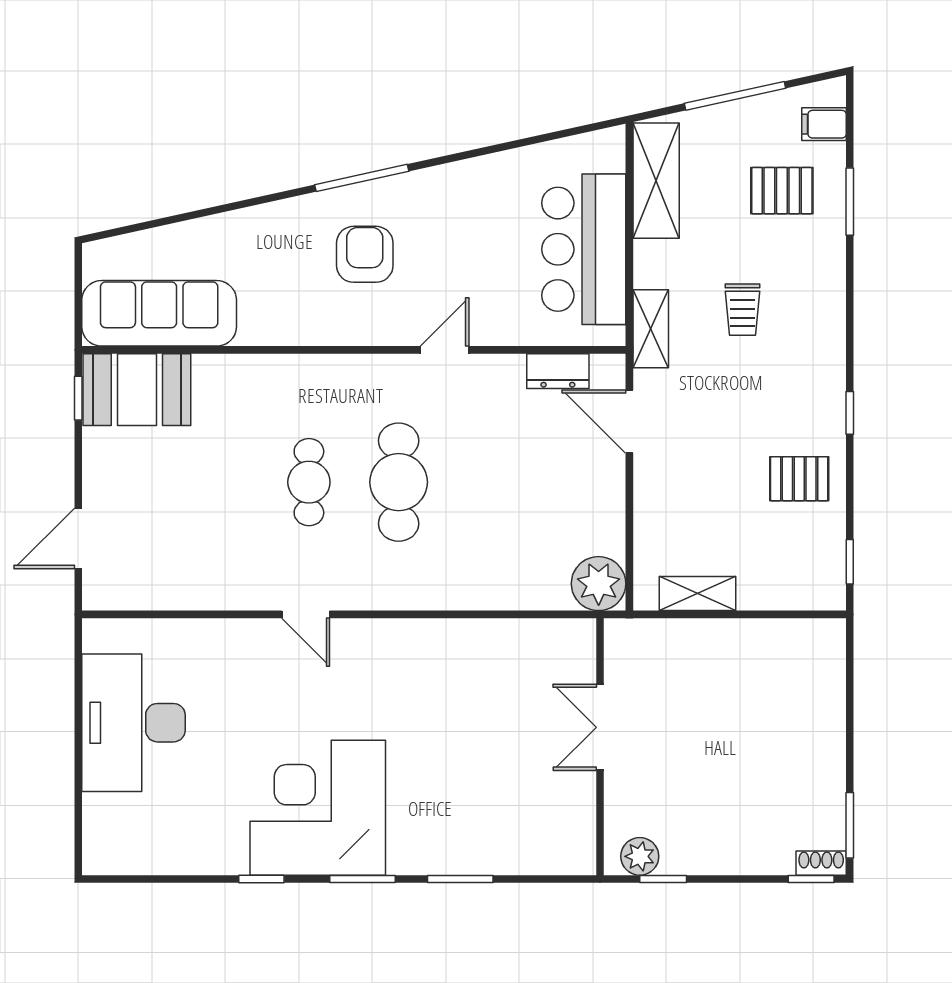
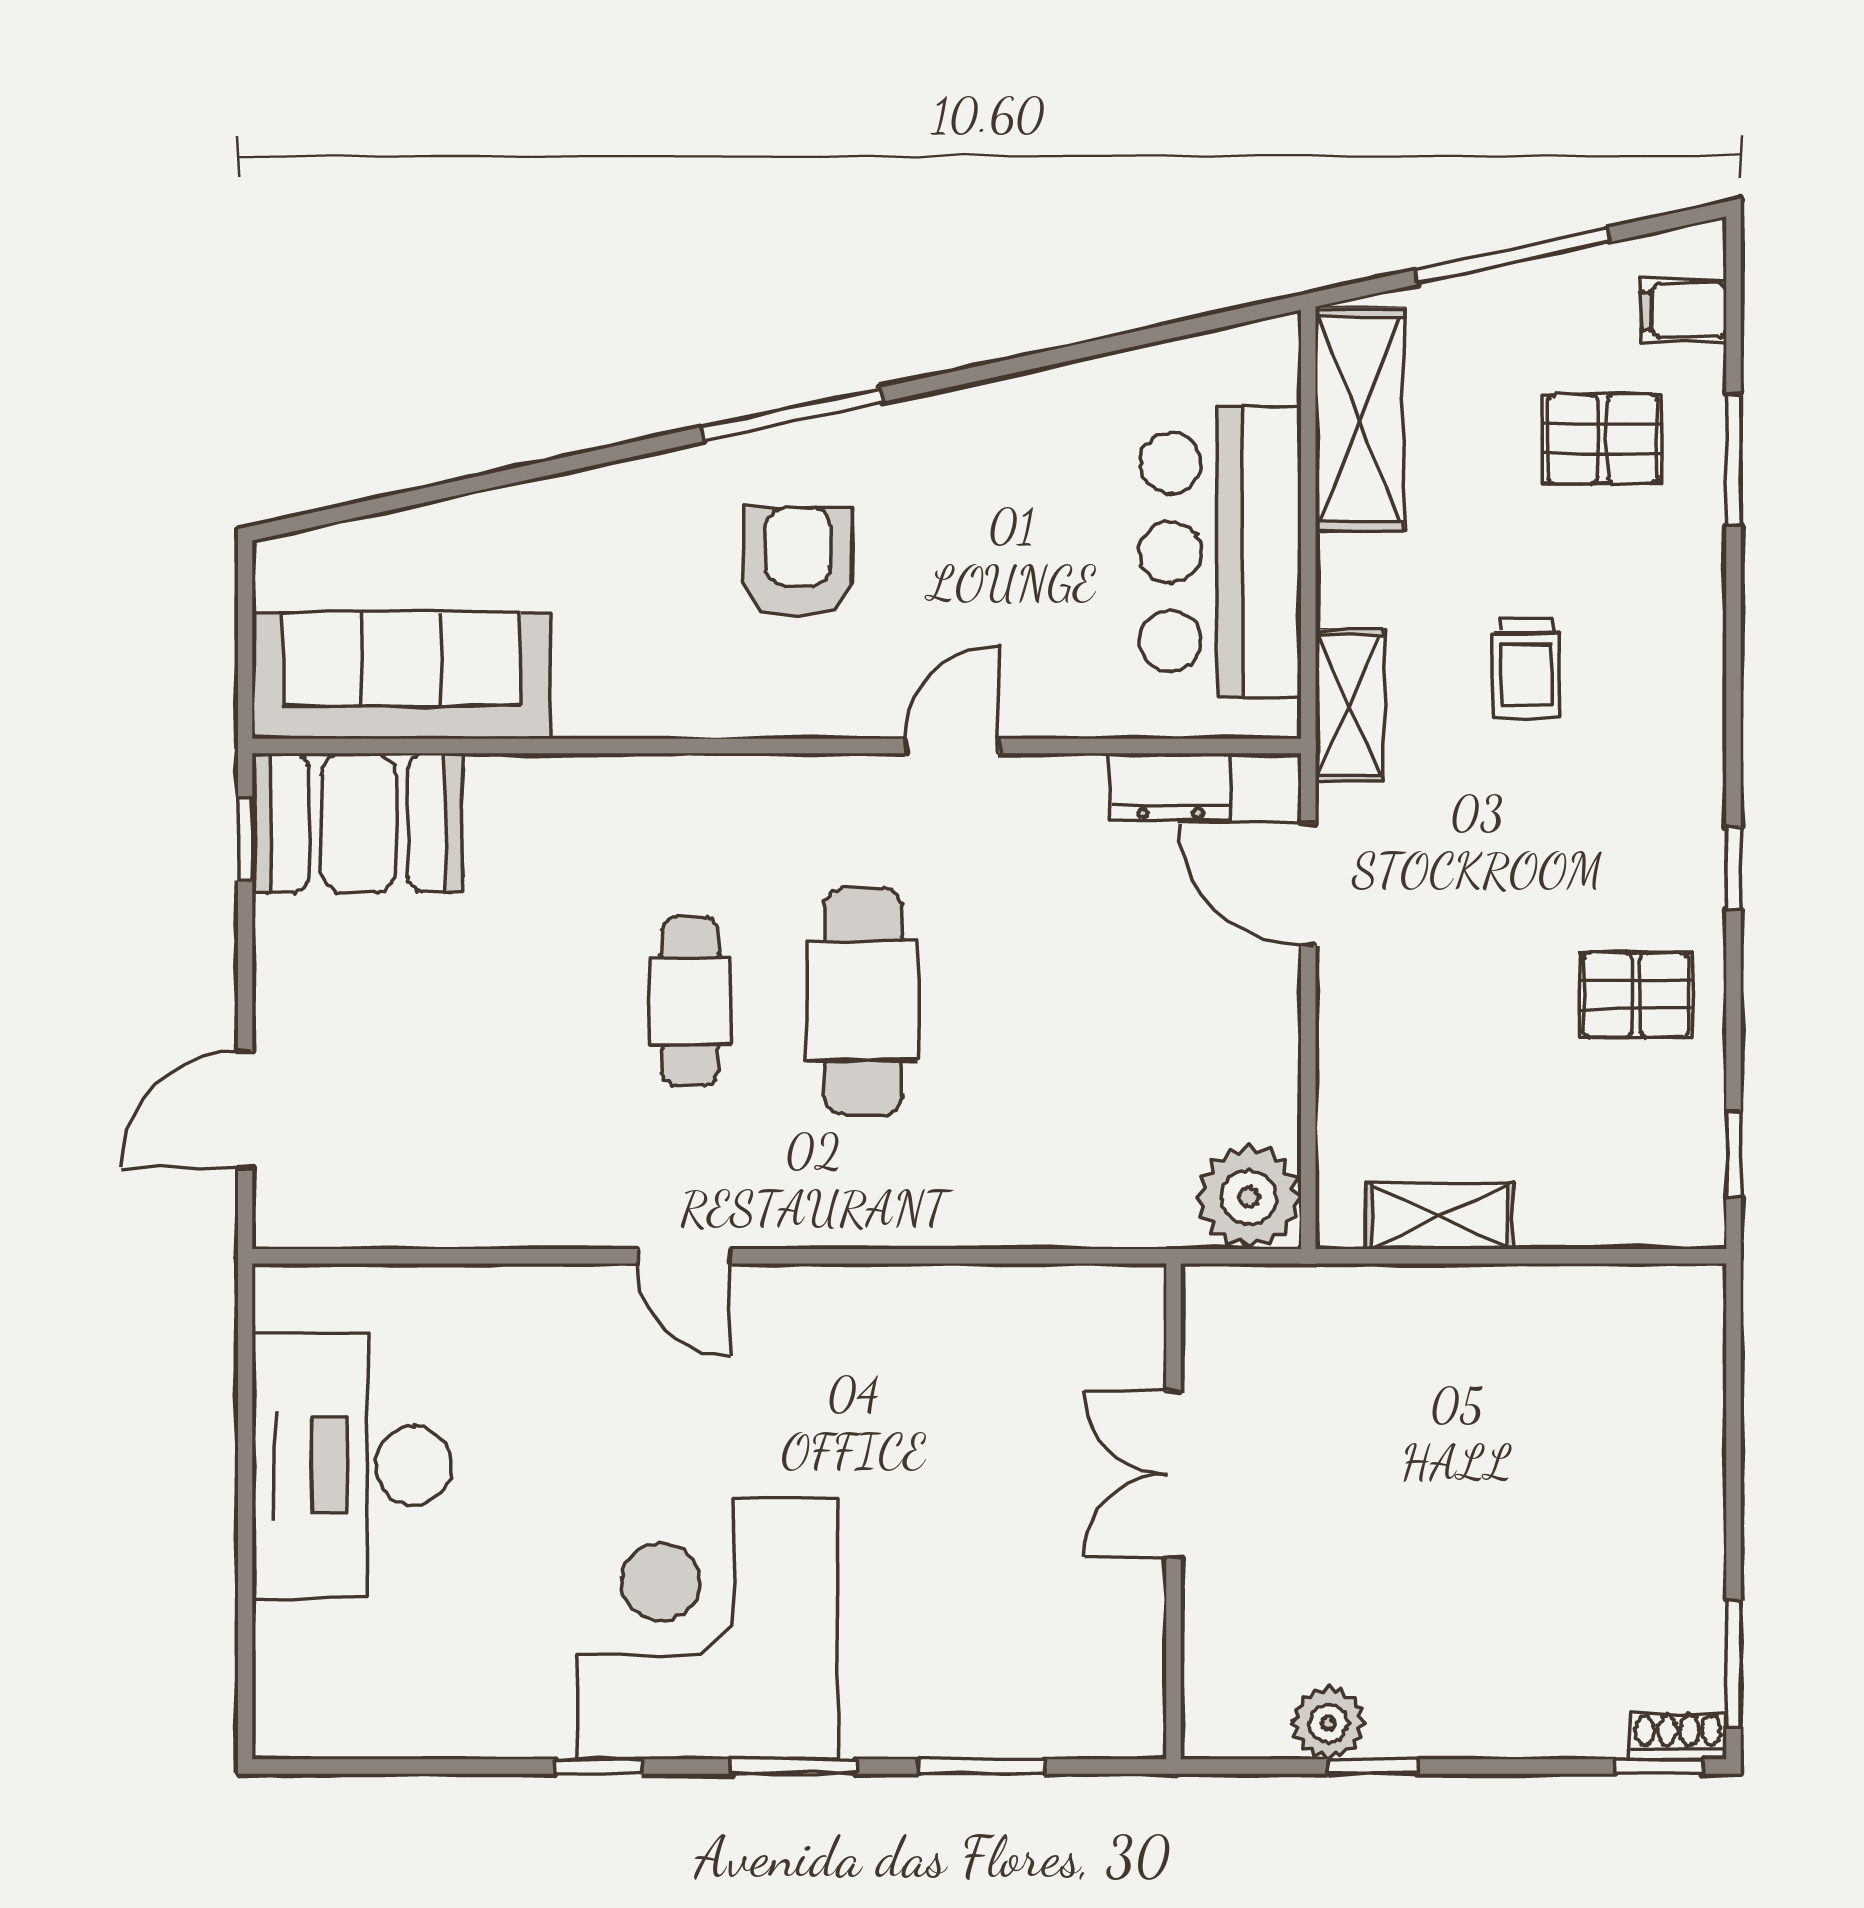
double door: (600, 727) -> (1174, 1474), moved
wall: (600, 747) -> (1174, 1511), moved

